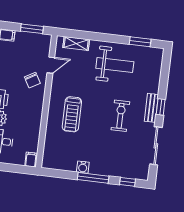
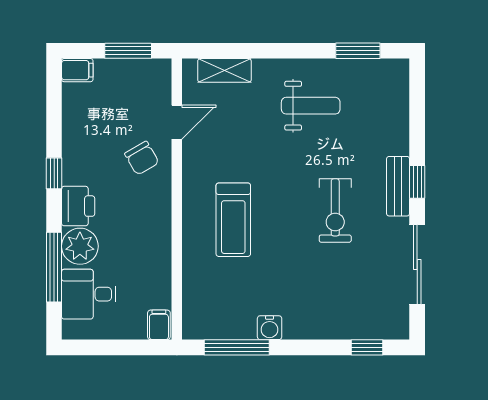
weight bench: (115, 65) -> (311, 106), width x0.73, depth x0.75
exercise bike: (120, 116) -> (335, 211), turned 180
window: (93, 178) -> (237, 347), moved

